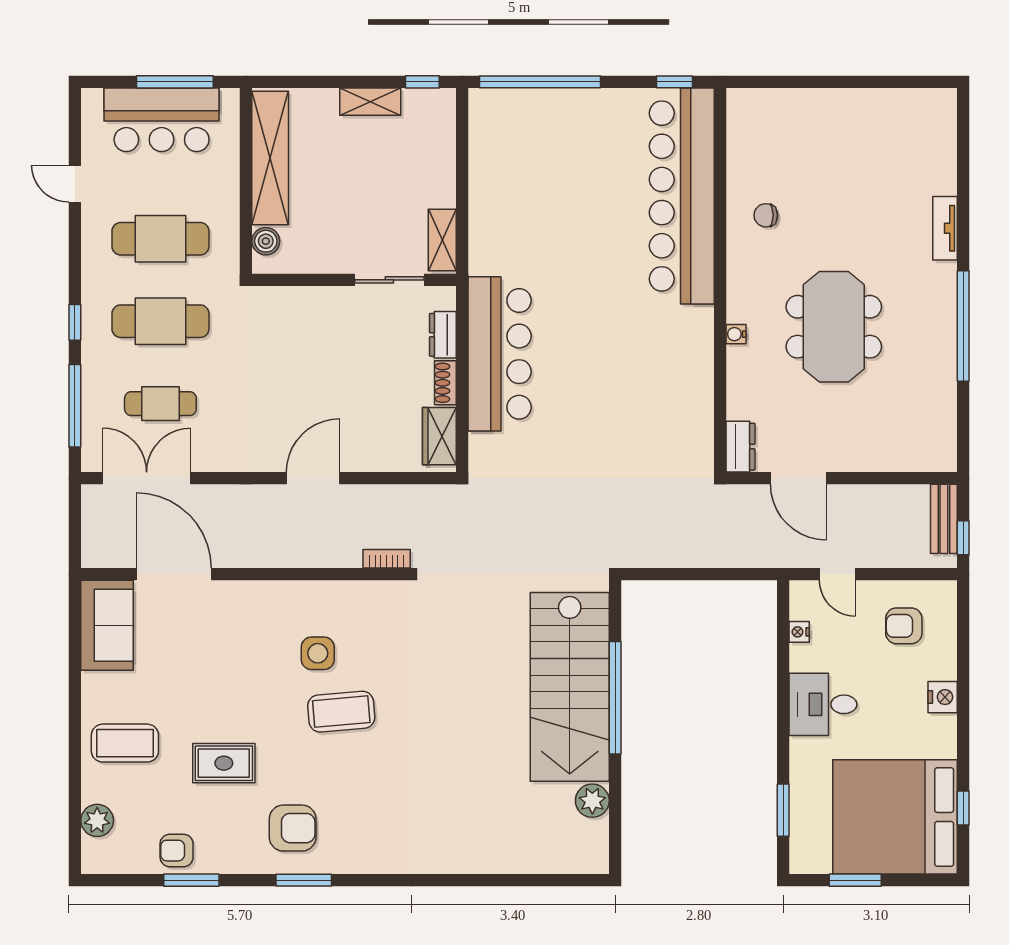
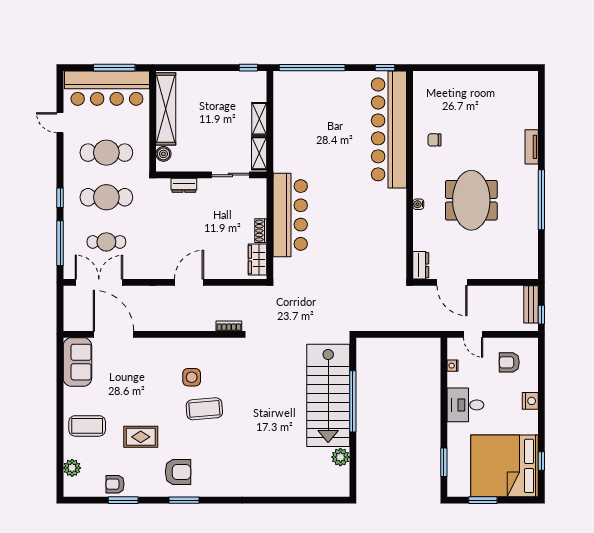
shelving: (370, 102) -> (259, 119), moved, turned 90
bar counter: (162, 120) -> (107, 88), width x1.36
dresser: (443, 335) -> (184, 185), moved, turned -90

